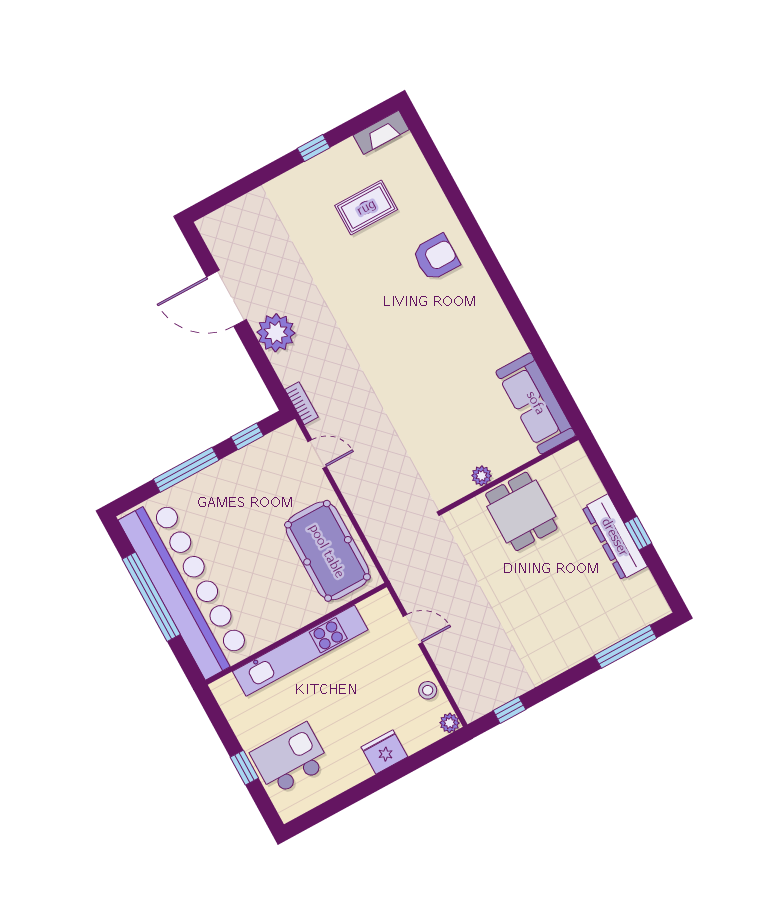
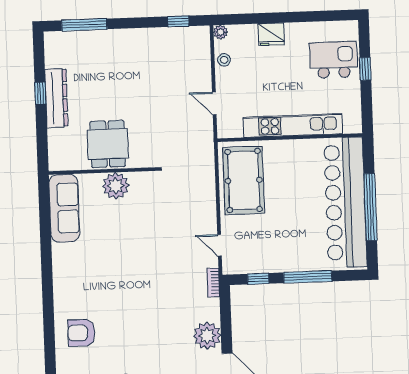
plant: (482, 476) -> (116, 186), width x1.87, depth x1.87
kitchen island: (290, 759) -> (334, 60), turned 180

